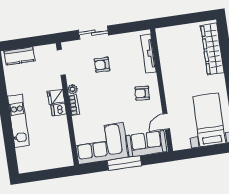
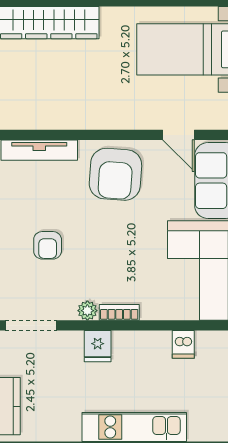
armchair: (142, 93) -> (115, 174), width x1.88, depth x1.88
dishwasher: (59, 110) -> (183, 344), moved

